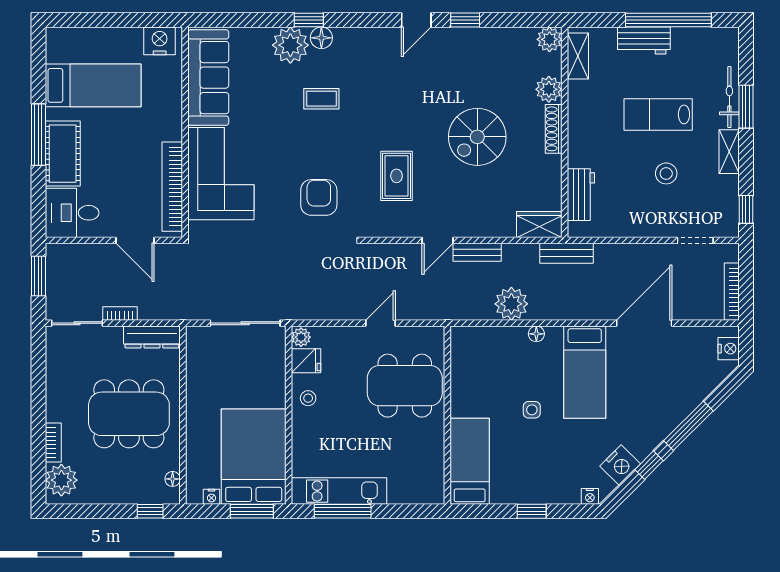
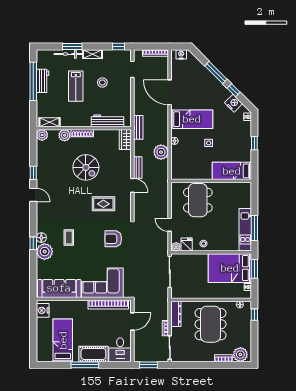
workbench: (644, 40) -> (43, 81), moved
workbench: (581, 195) -> (107, 121), width x1.38
door: (380, 323) -> (170, 225), moved

